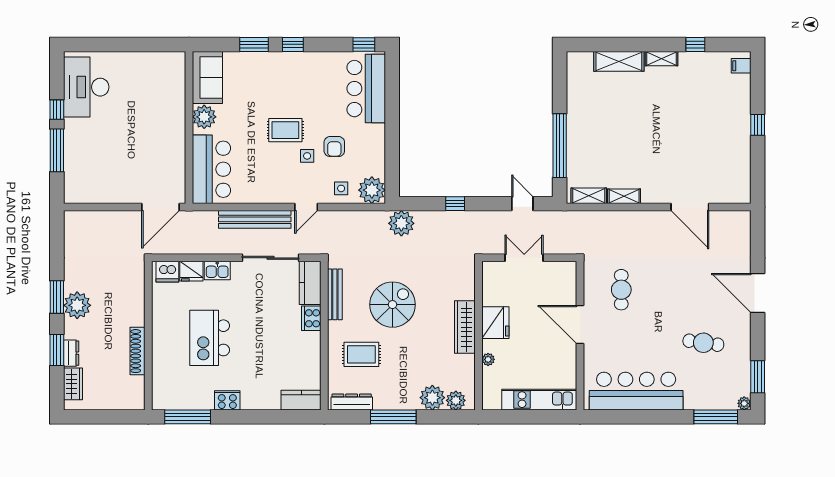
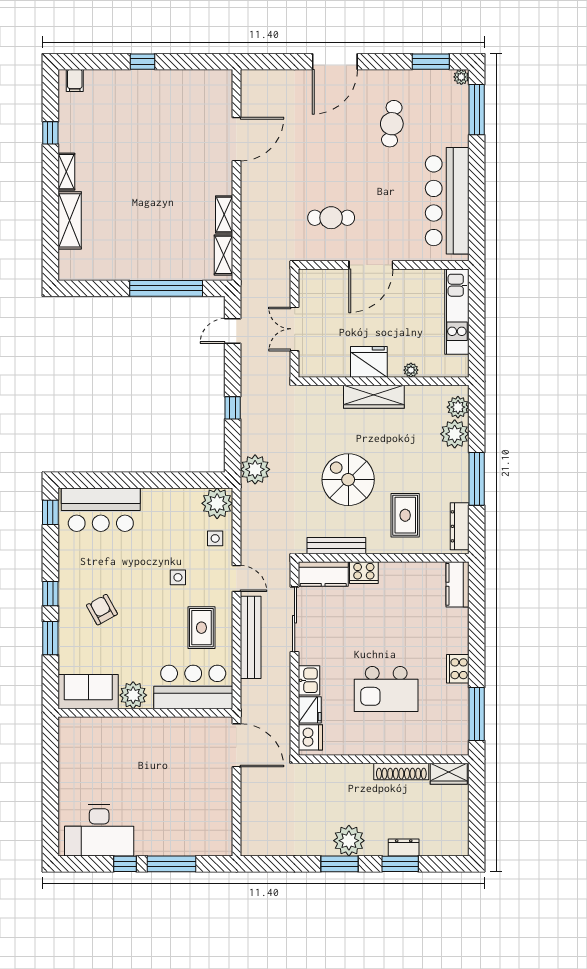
rug: (285, 130) -> (201, 628), moved
armchair: (334, 147) -> (102, 610), moved, turned -119
wardrobe: (73, 384) -> (449, 774), moved, turned 180

